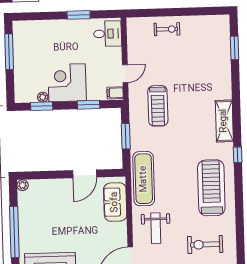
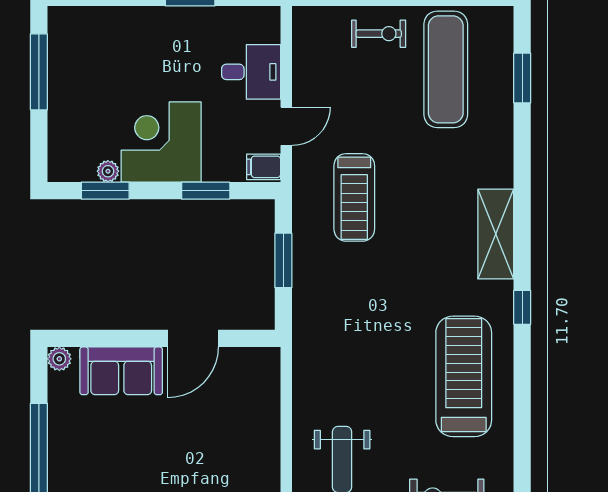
desk: (108, 34) -> (251, 72), moved
exercise mat: (144, 179) -> (446, 69), moved
sofa: (115, 202) -> (121, 371), moved, turned -90

